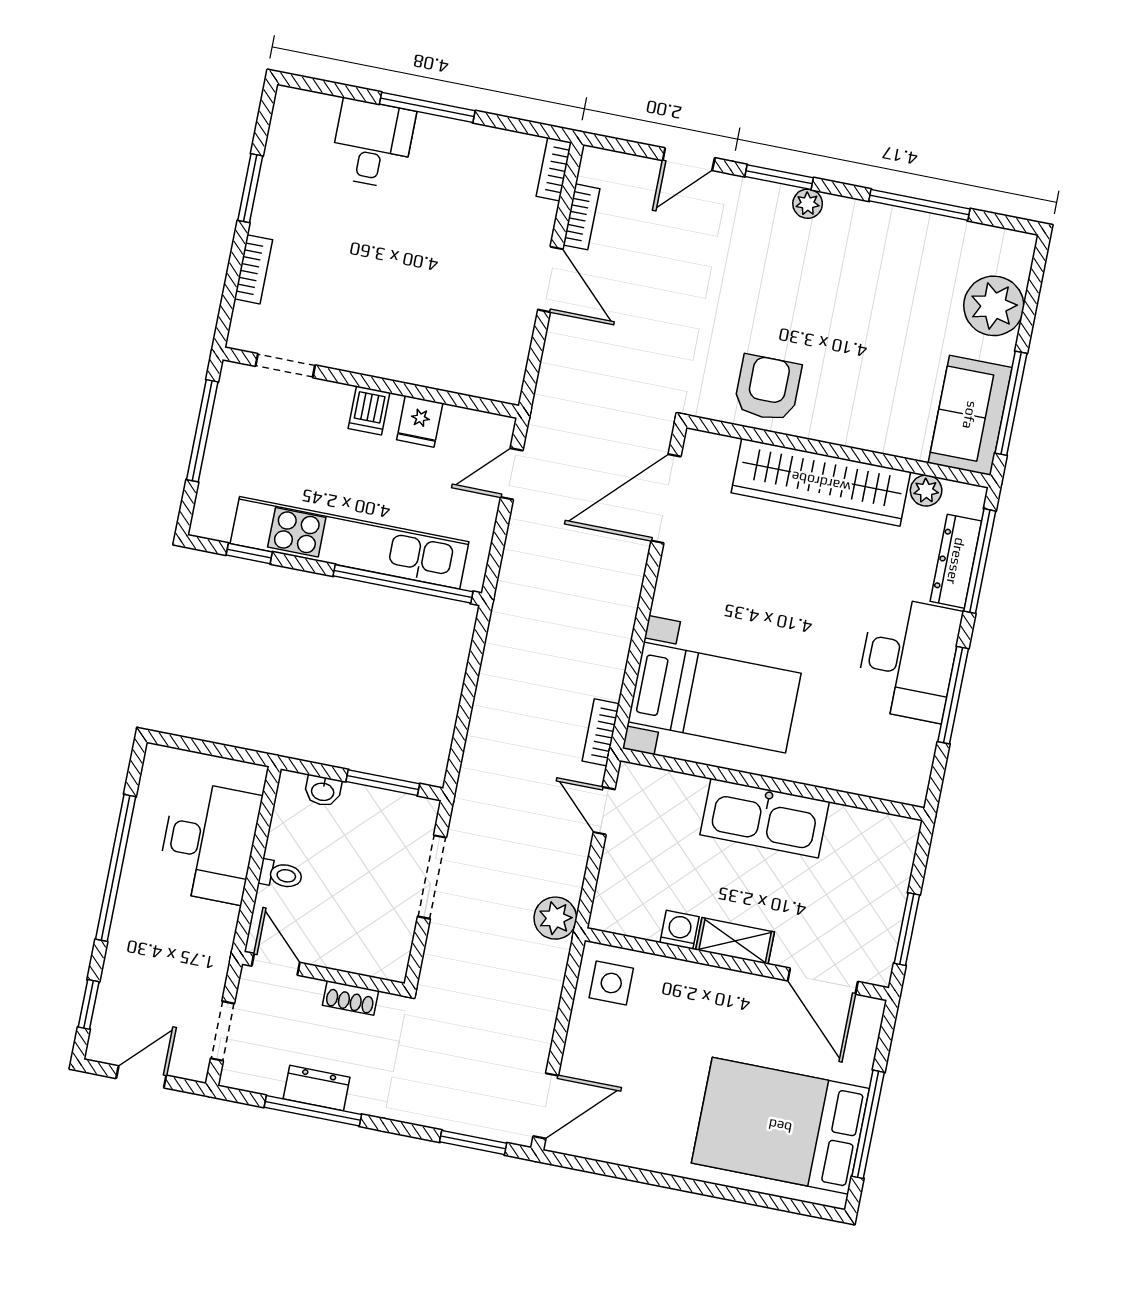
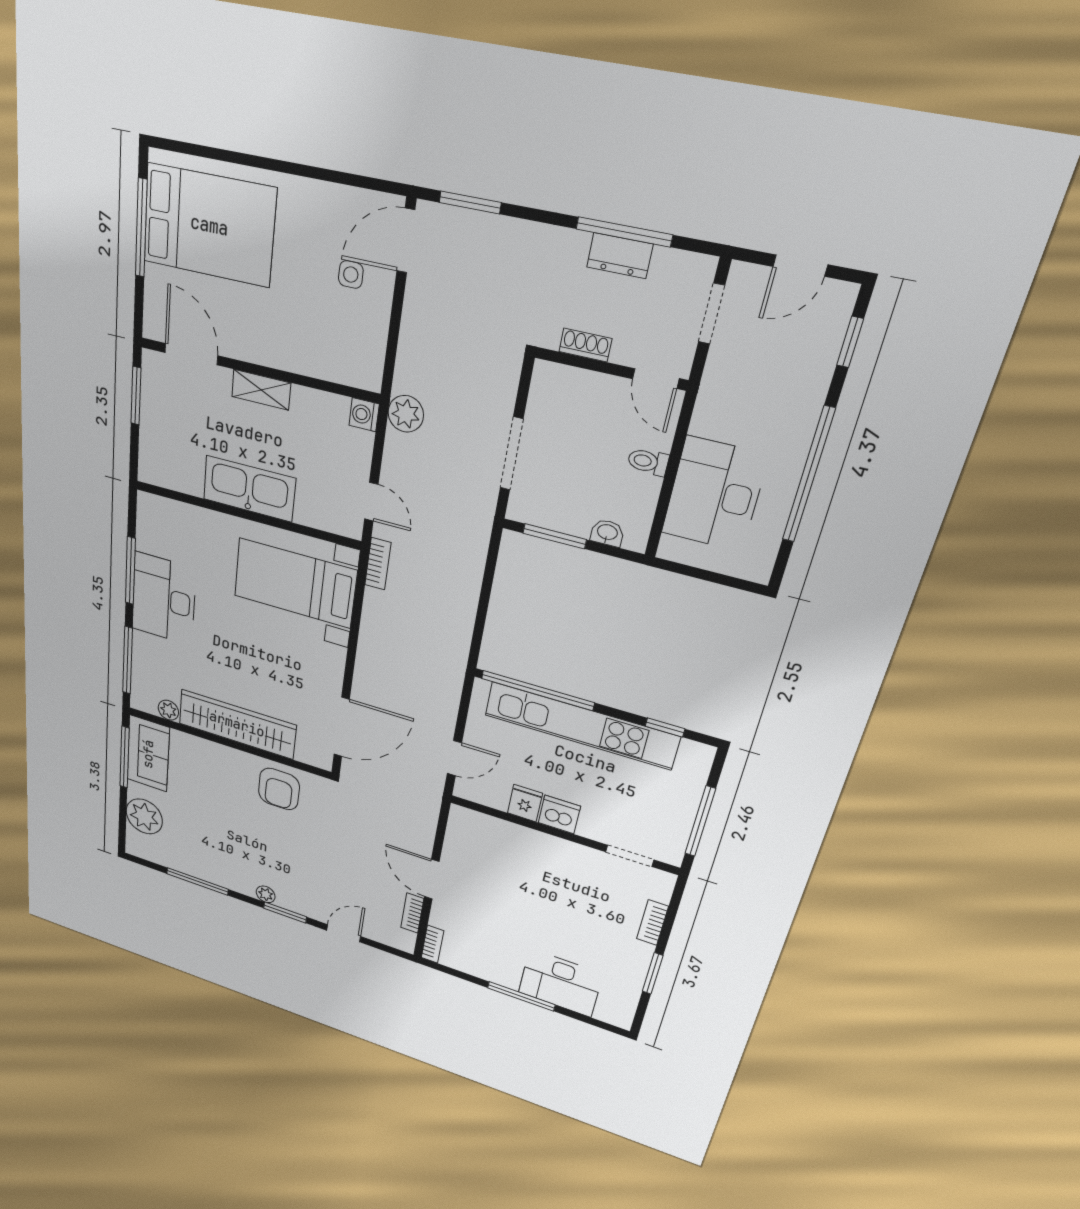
desk: (373, 144) -> (560, 983), width x1.37
dishwasher: (369, 410) -> (559, 815), width x1.38
dresser: (956, 561) -> (143, 662), removed
washing machine: (679, 930) -> (364, 415), moved, turned 90
side table: (611, 983) -> (351, 275), moved, width x0.73, depth x0.73

